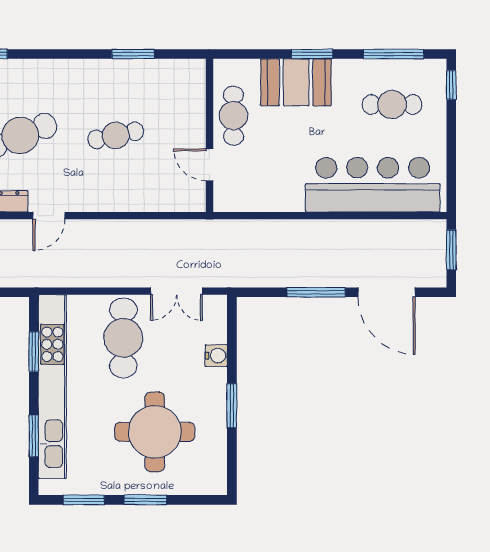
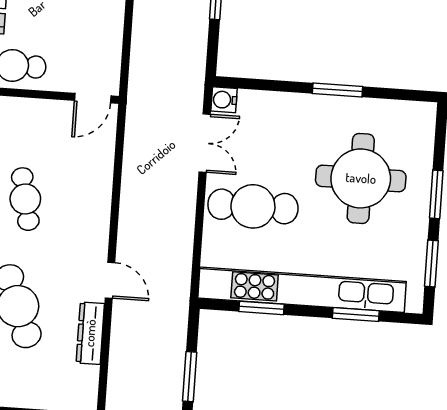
door: (209, 165) -> (93, 98), moved
water cooler: (216, 356) -> (224, 100), moved, turned -90

